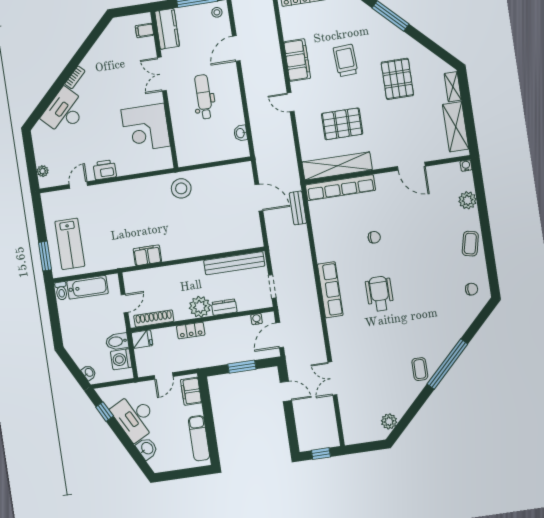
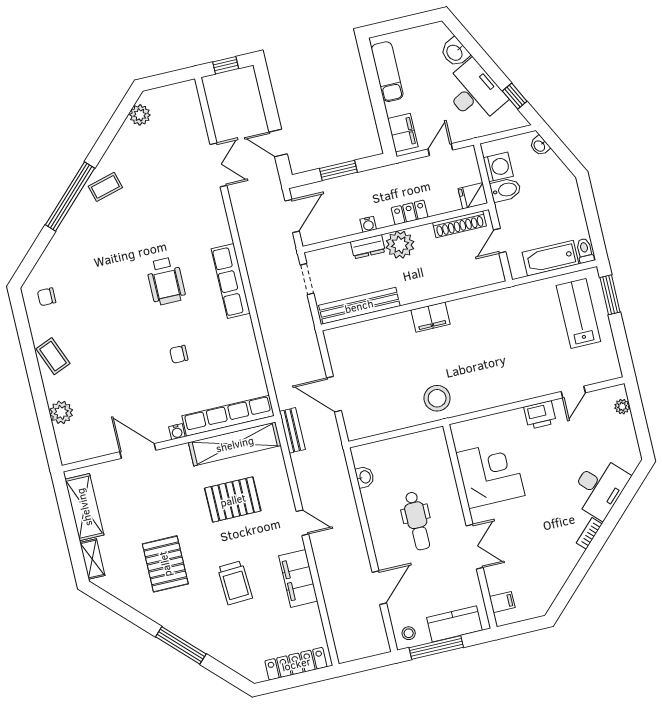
kitchen counter: (167, 29) -> (454, 624), moved, turned 90
water cooler: (466, 166) -> (177, 432), moved
bench: (298, 208) -> (292, 430), moved
coffee table: (470, 244) -> (53, 356), turned -35
filing cabinet: (147, 255) -> (431, 317), moved
water cooler: (257, 319) -> (368, 224), moved
coffee table: (420, 369) -> (105, 187), turned 75

